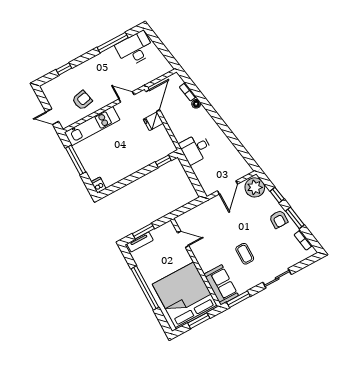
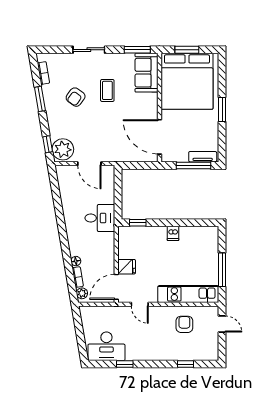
window: (113, 43) -> (125, 364), width x0.46
plant: (177, 81) -> (82, 293), added
armchair: (82, 100) -> (184, 324), turned 102
dishwasher: (99, 185) -> (173, 233), moved
door: (228, 187) -> (89, 164), swing flipped
window: (277, 195) -> (48, 144), moved
armchair: (279, 219) -> (76, 97), moved, turned -144
window: (143, 231) -> (194, 165), width x1.44
door: (183, 239) -> (159, 137), width x1.87
window: (145, 288) -> (222, 110), width x0.47

